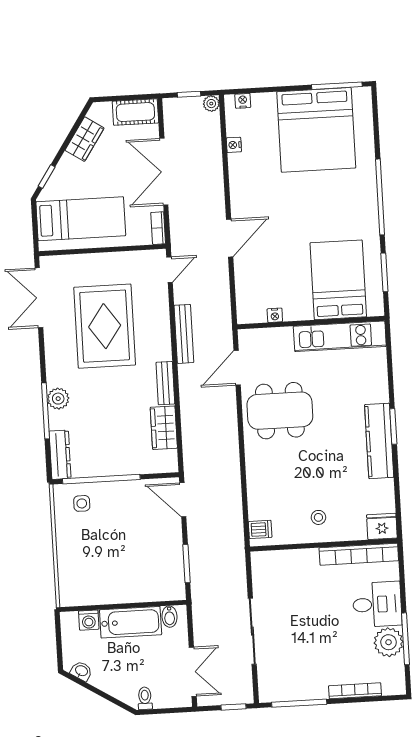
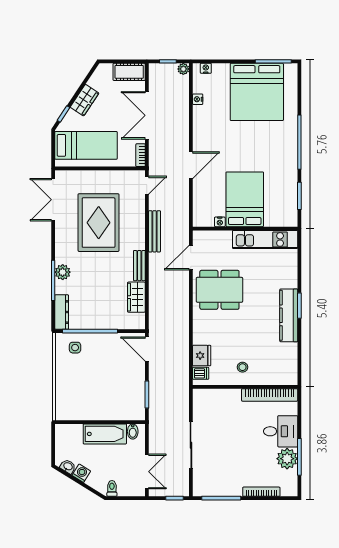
wardrobe: (84, 139) -> (84, 100), moved
bed: (338, 280) -> (245, 199), moved
fridge: (382, 526) -> (202, 356), moved, turned 90
washing machine: (89, 620) -> (81, 473), moved, turned -148

